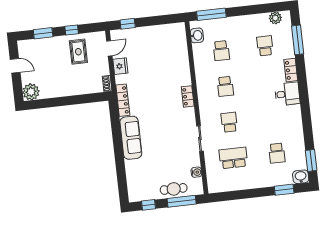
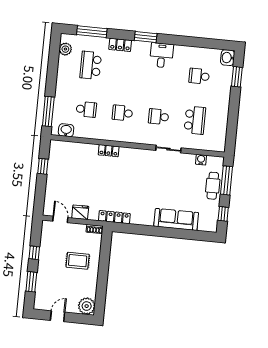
window: (128, 24) -> (43, 166), moved
school desk: (265, 46) -> (91, 65), width x1.85
rug: (78, 52) -> (78, 261), moved
school desk: (225, 86) -> (122, 113), turned 180
desk: (287, 94) -> (162, 55), moved
locker: (188, 96) -> (109, 151), moved
sofa: (131, 138) -> (176, 219), moved
school desk: (277, 153) -> (199, 76), turned 180
school desk: (233, 158) -> (195, 120), turned 180
window: (311, 160) -> (146, 37), moved

